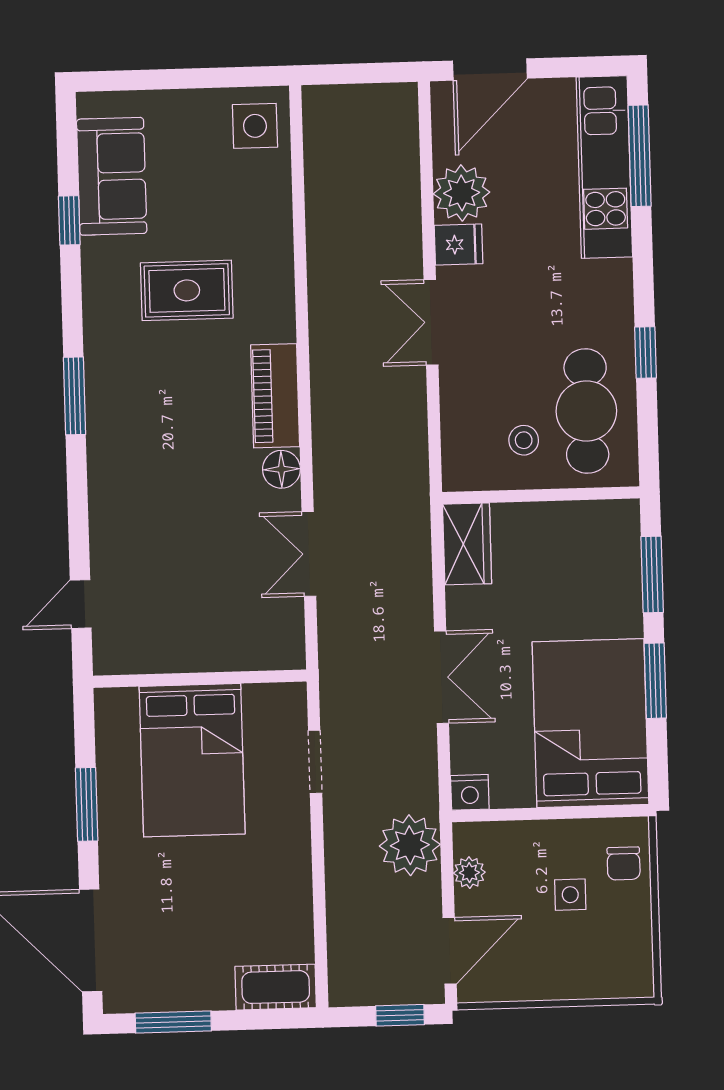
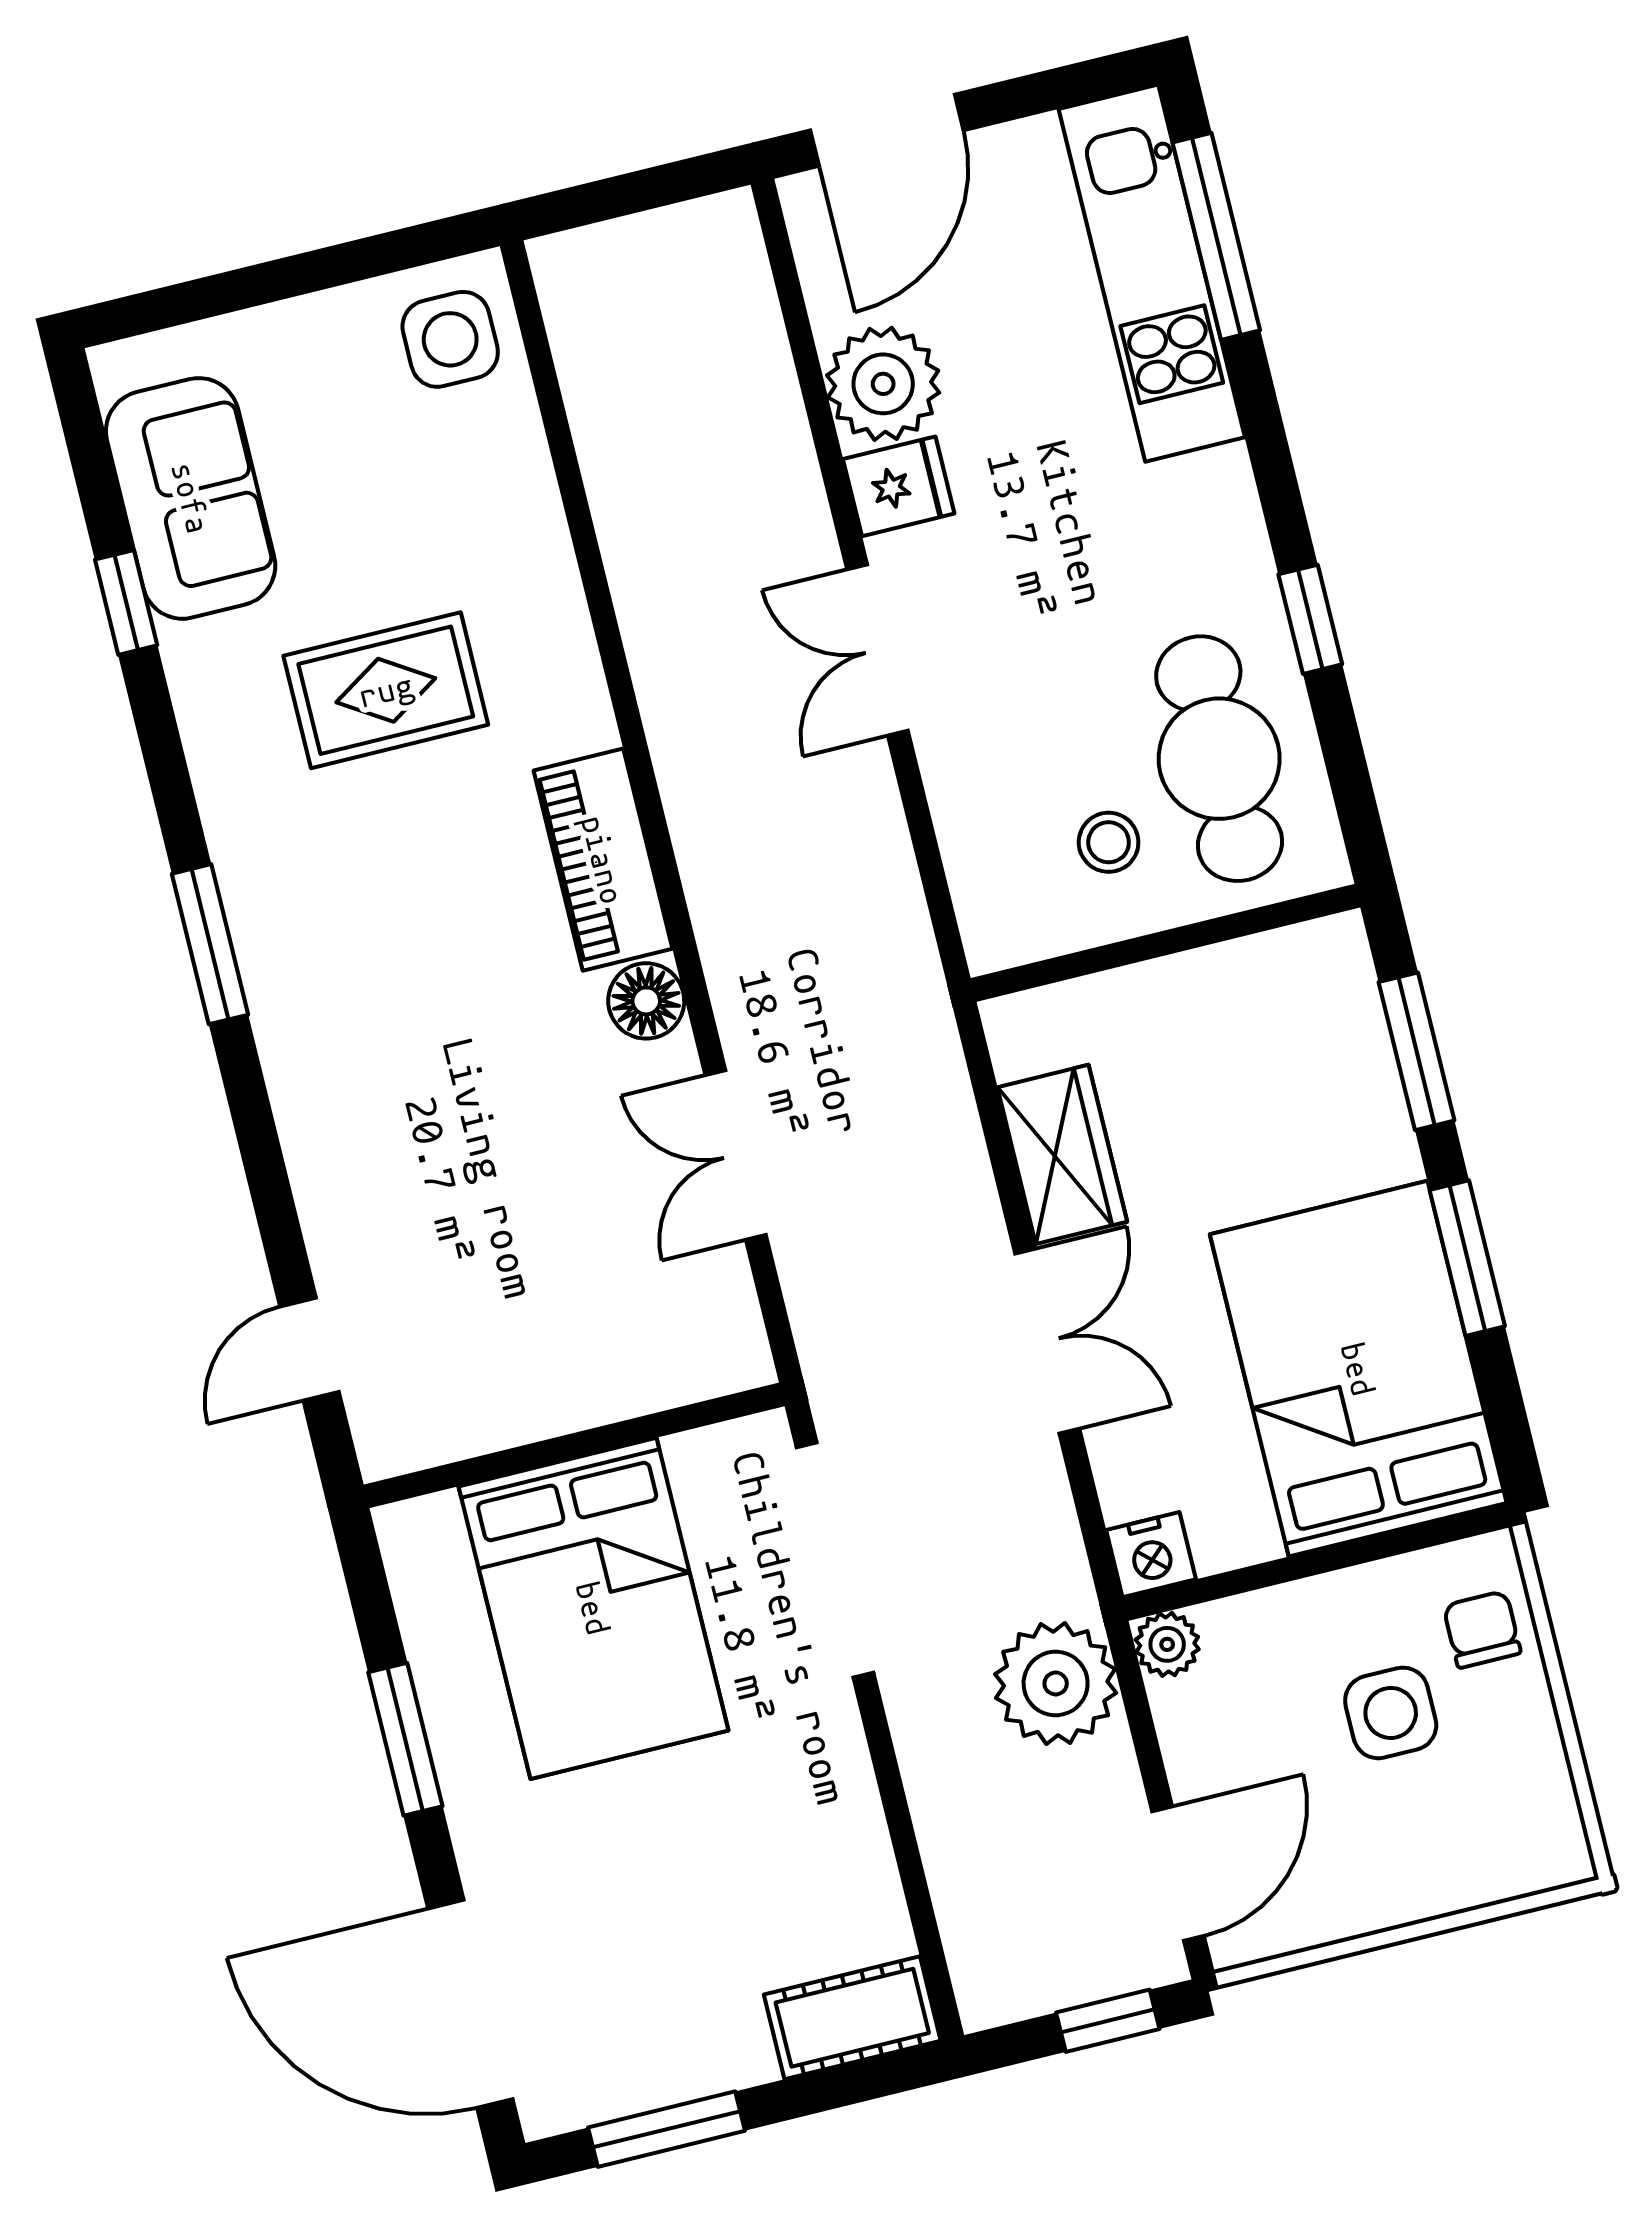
wardrobe: (467, 544) -> (1062, 1154), moved
doorway: (315, 762) -> (835, 1560), width x1.87
chair: (624, 863) -> (1482, 1629), turned 180
plant: (469, 873) -> (1167, 1644), moved
side table: (570, 895) -> (1391, 1713), width x1.37, depth x1.37

